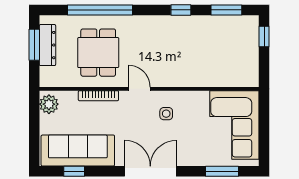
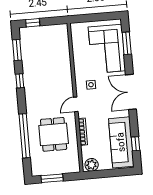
dresser: (47, 45) -> (51, 169), removed
dining table: (98, 53) -> (54, 134), turned 90
corner sofa: (234, 125) -> (107, 49), moved, turned 90

